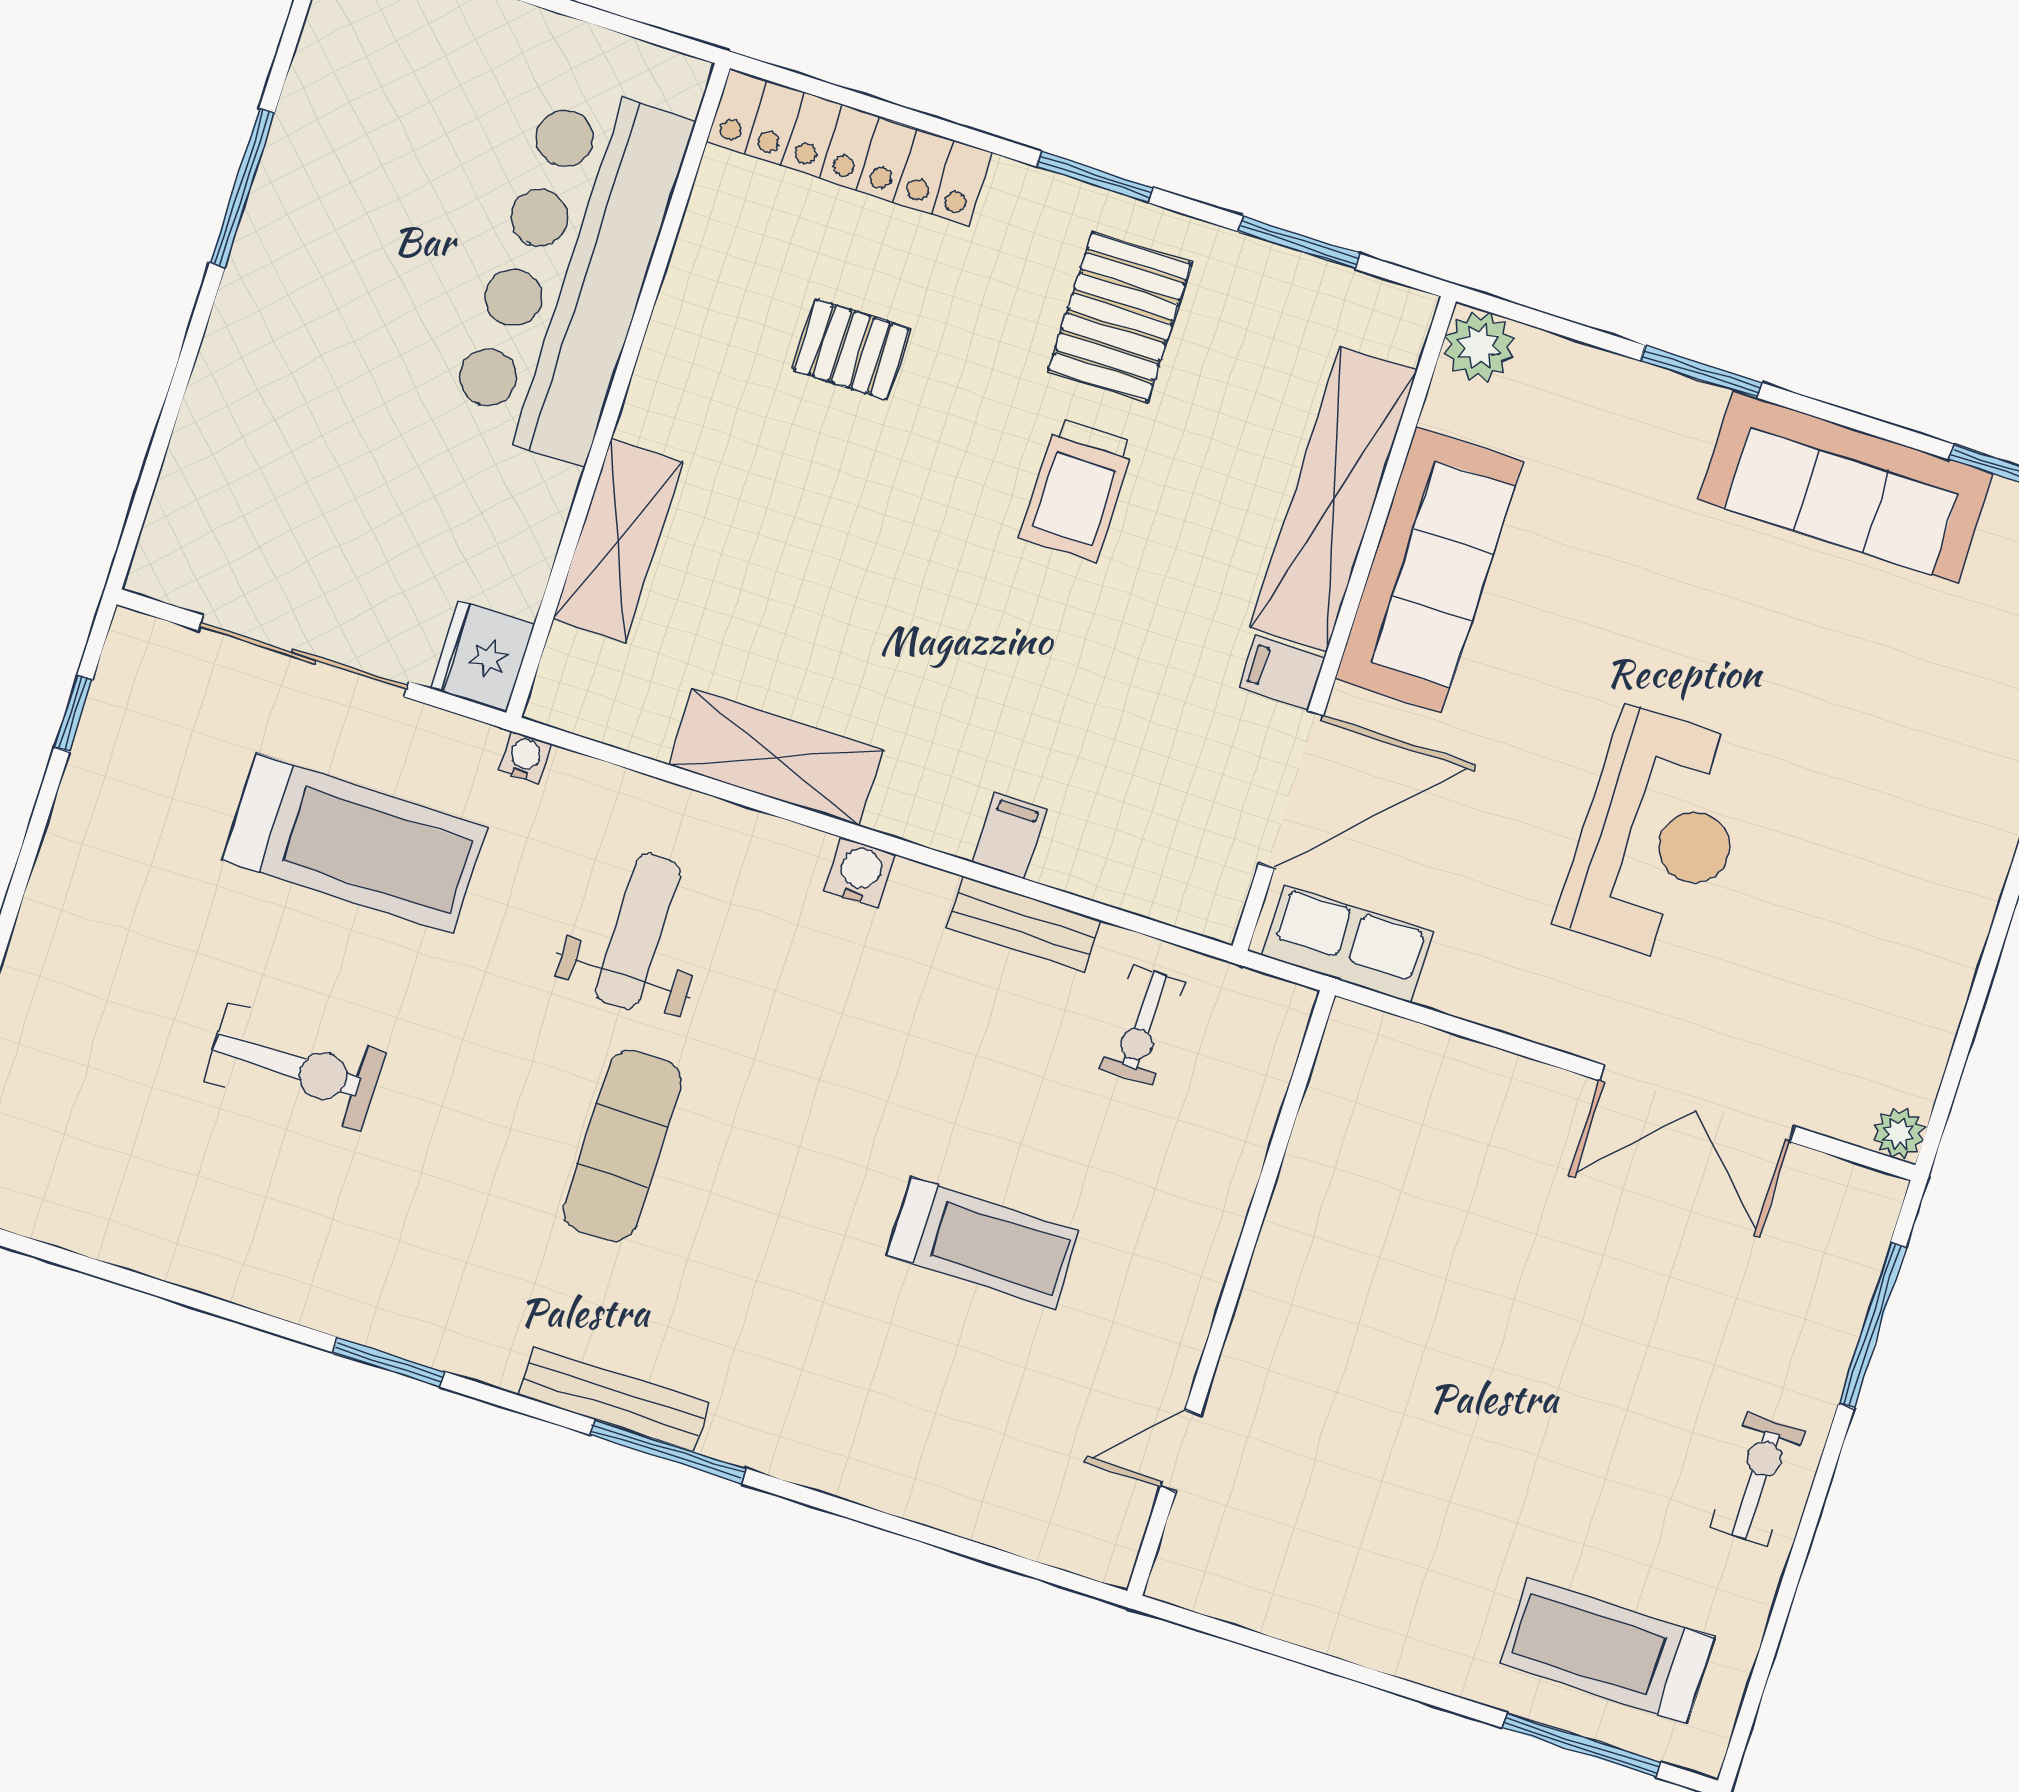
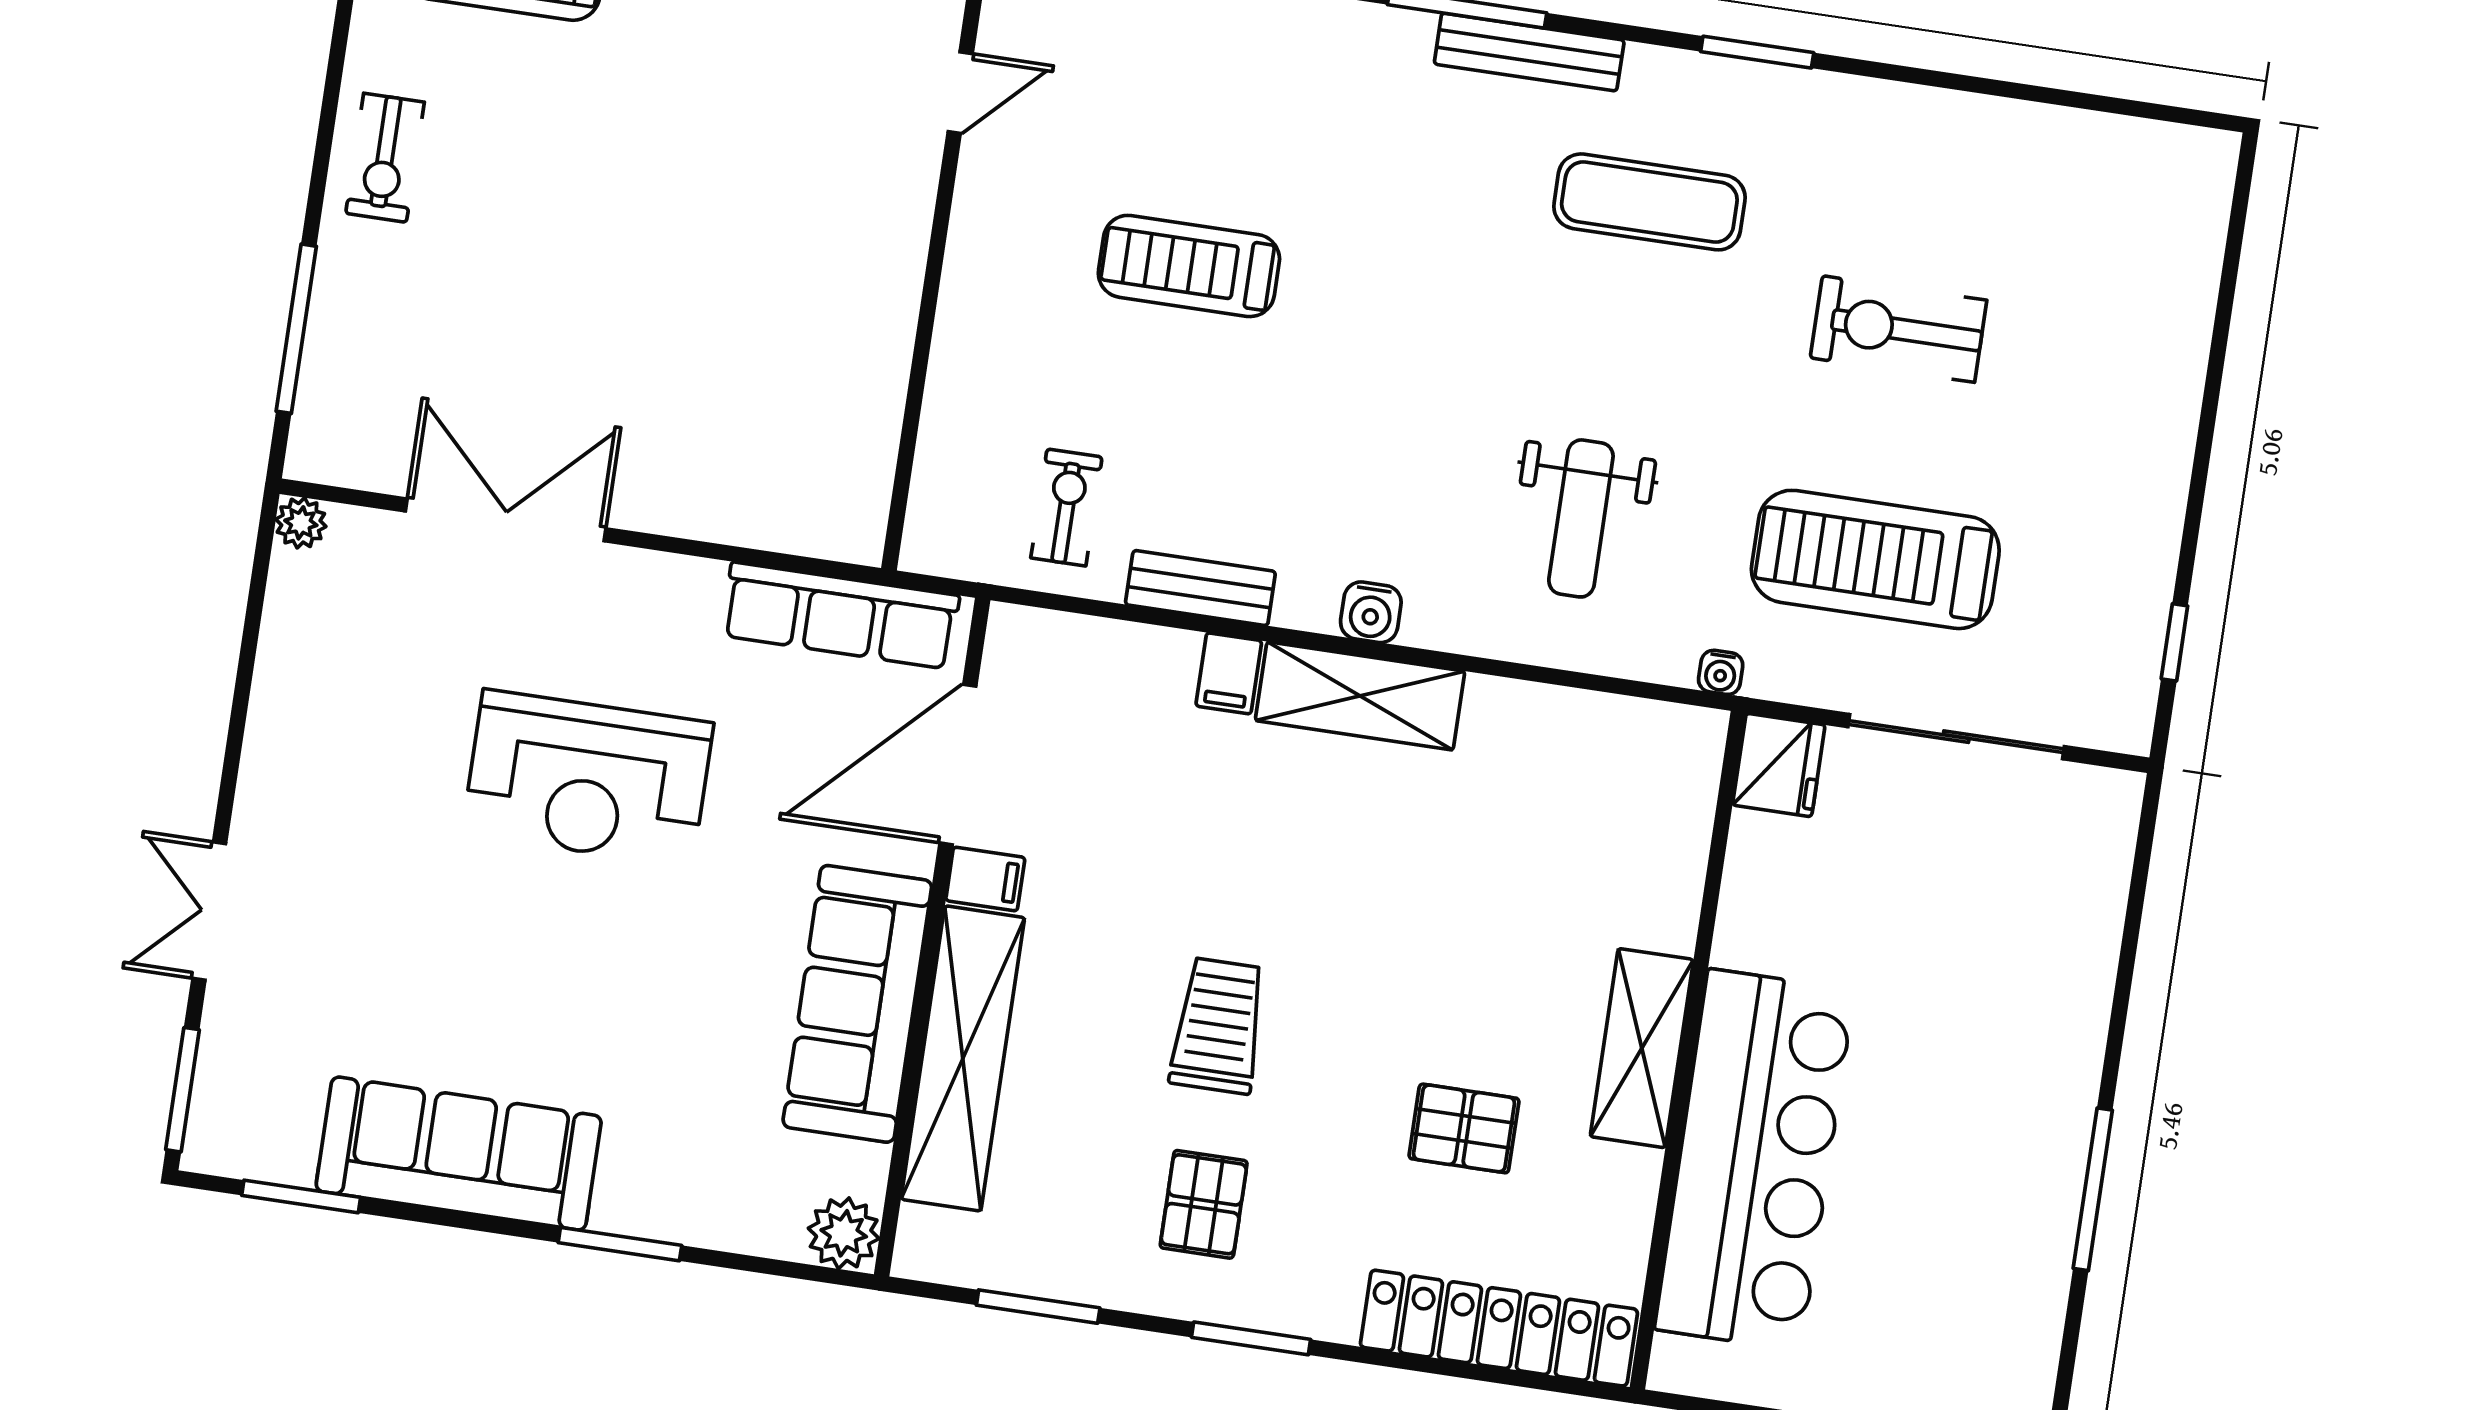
pallet: (1120, 317) -> (1204, 1204), width x0.67, depth x0.71
shelving: (618, 541) -> (1642, 1048), moved
shelving: (776, 757) -> (1360, 696), moved
reception desk: (1658, 836) -> (588, 778), turned -90
row of seats: (1347, 944) -> (840, 616), width x1.48
exercise mat: (622, 1146) -> (1649, 202), moved, turned 90

